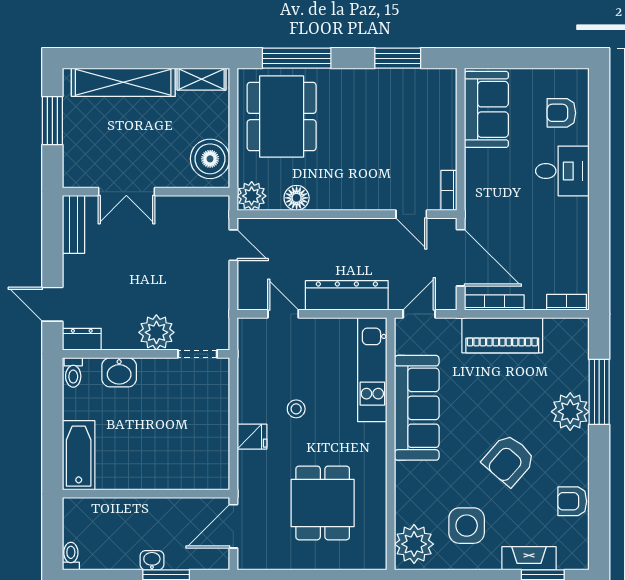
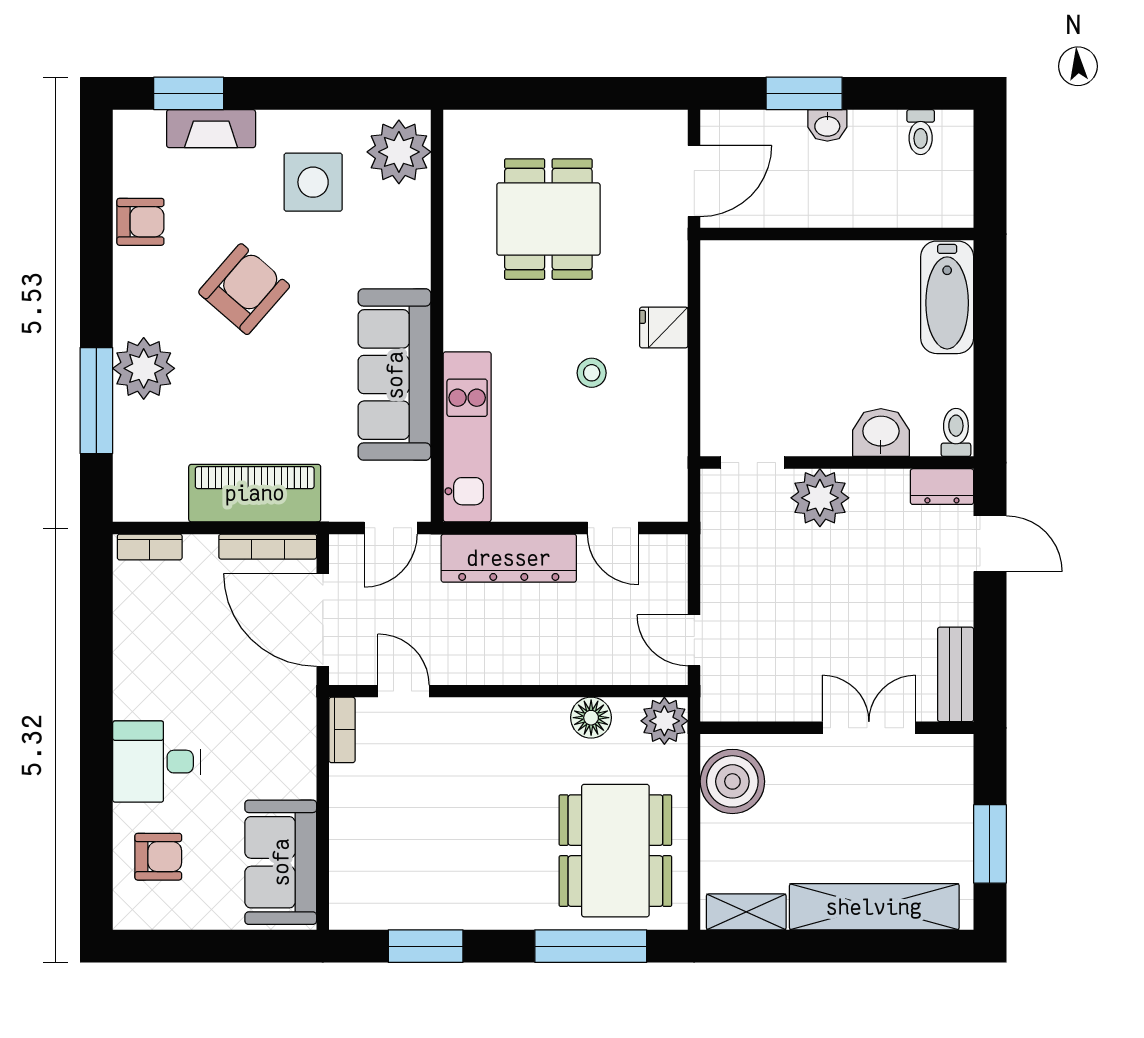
toilet: (71, 556) -> (921, 132), moved

